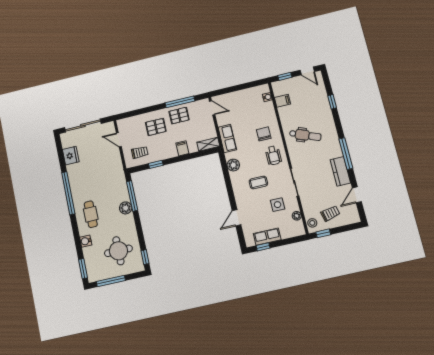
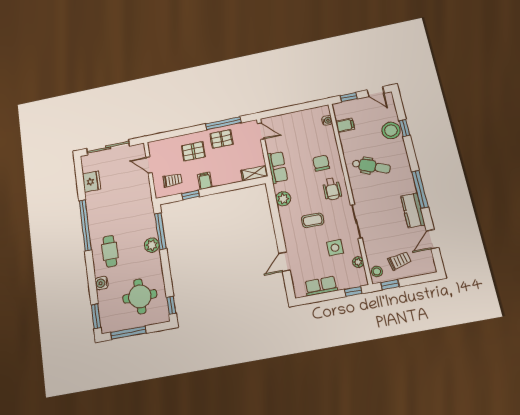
stool: (321, 104) -> (391, 130), added
filing cabinet: (182, 148) -> (205, 181), moved
window: (263, 247) -> (353, 291), moved

